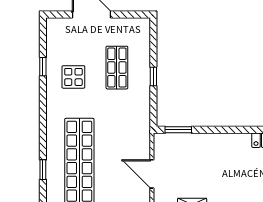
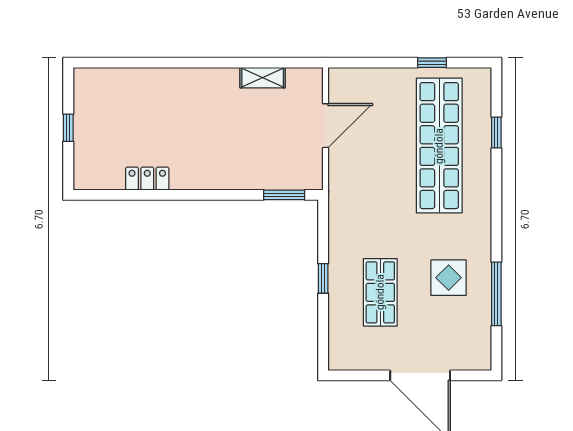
window: (43, 67) -> (496, 294), width x2.17
door: (152, 174) -> (326, 126), hinge flipped

